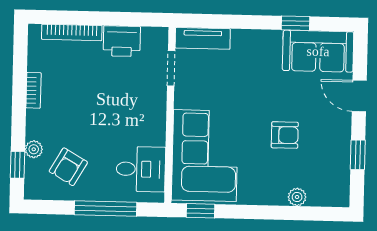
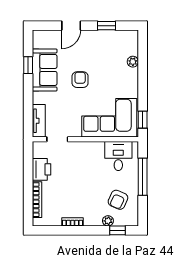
sofa: (318, 51) -> (45, 70), moved
armchair: (285, 135) -> (80, 80), moved
armchair: (68, 167) -> (118, 200), turned 84

